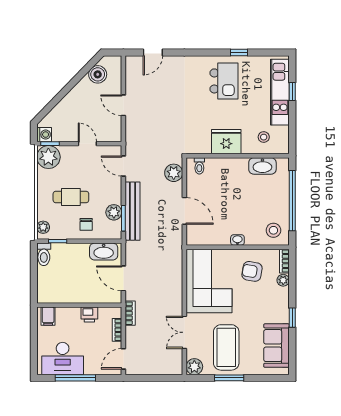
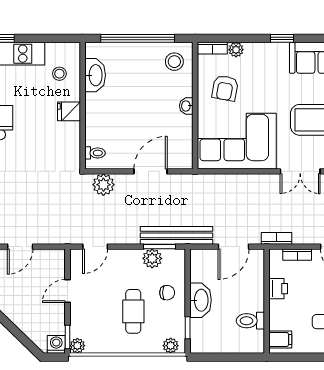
fridge: (226, 142) -> (69, 111), width x0.53, depth x0.75
plant: (48, 157) -> (77, 346), width x0.53, depth x0.53
bench: (133, 211) -> (176, 235), moved
washbasin: (104, 252) -> (201, 300), moved
toilet: (44, 254) -> (250, 321), moved, turned 180

